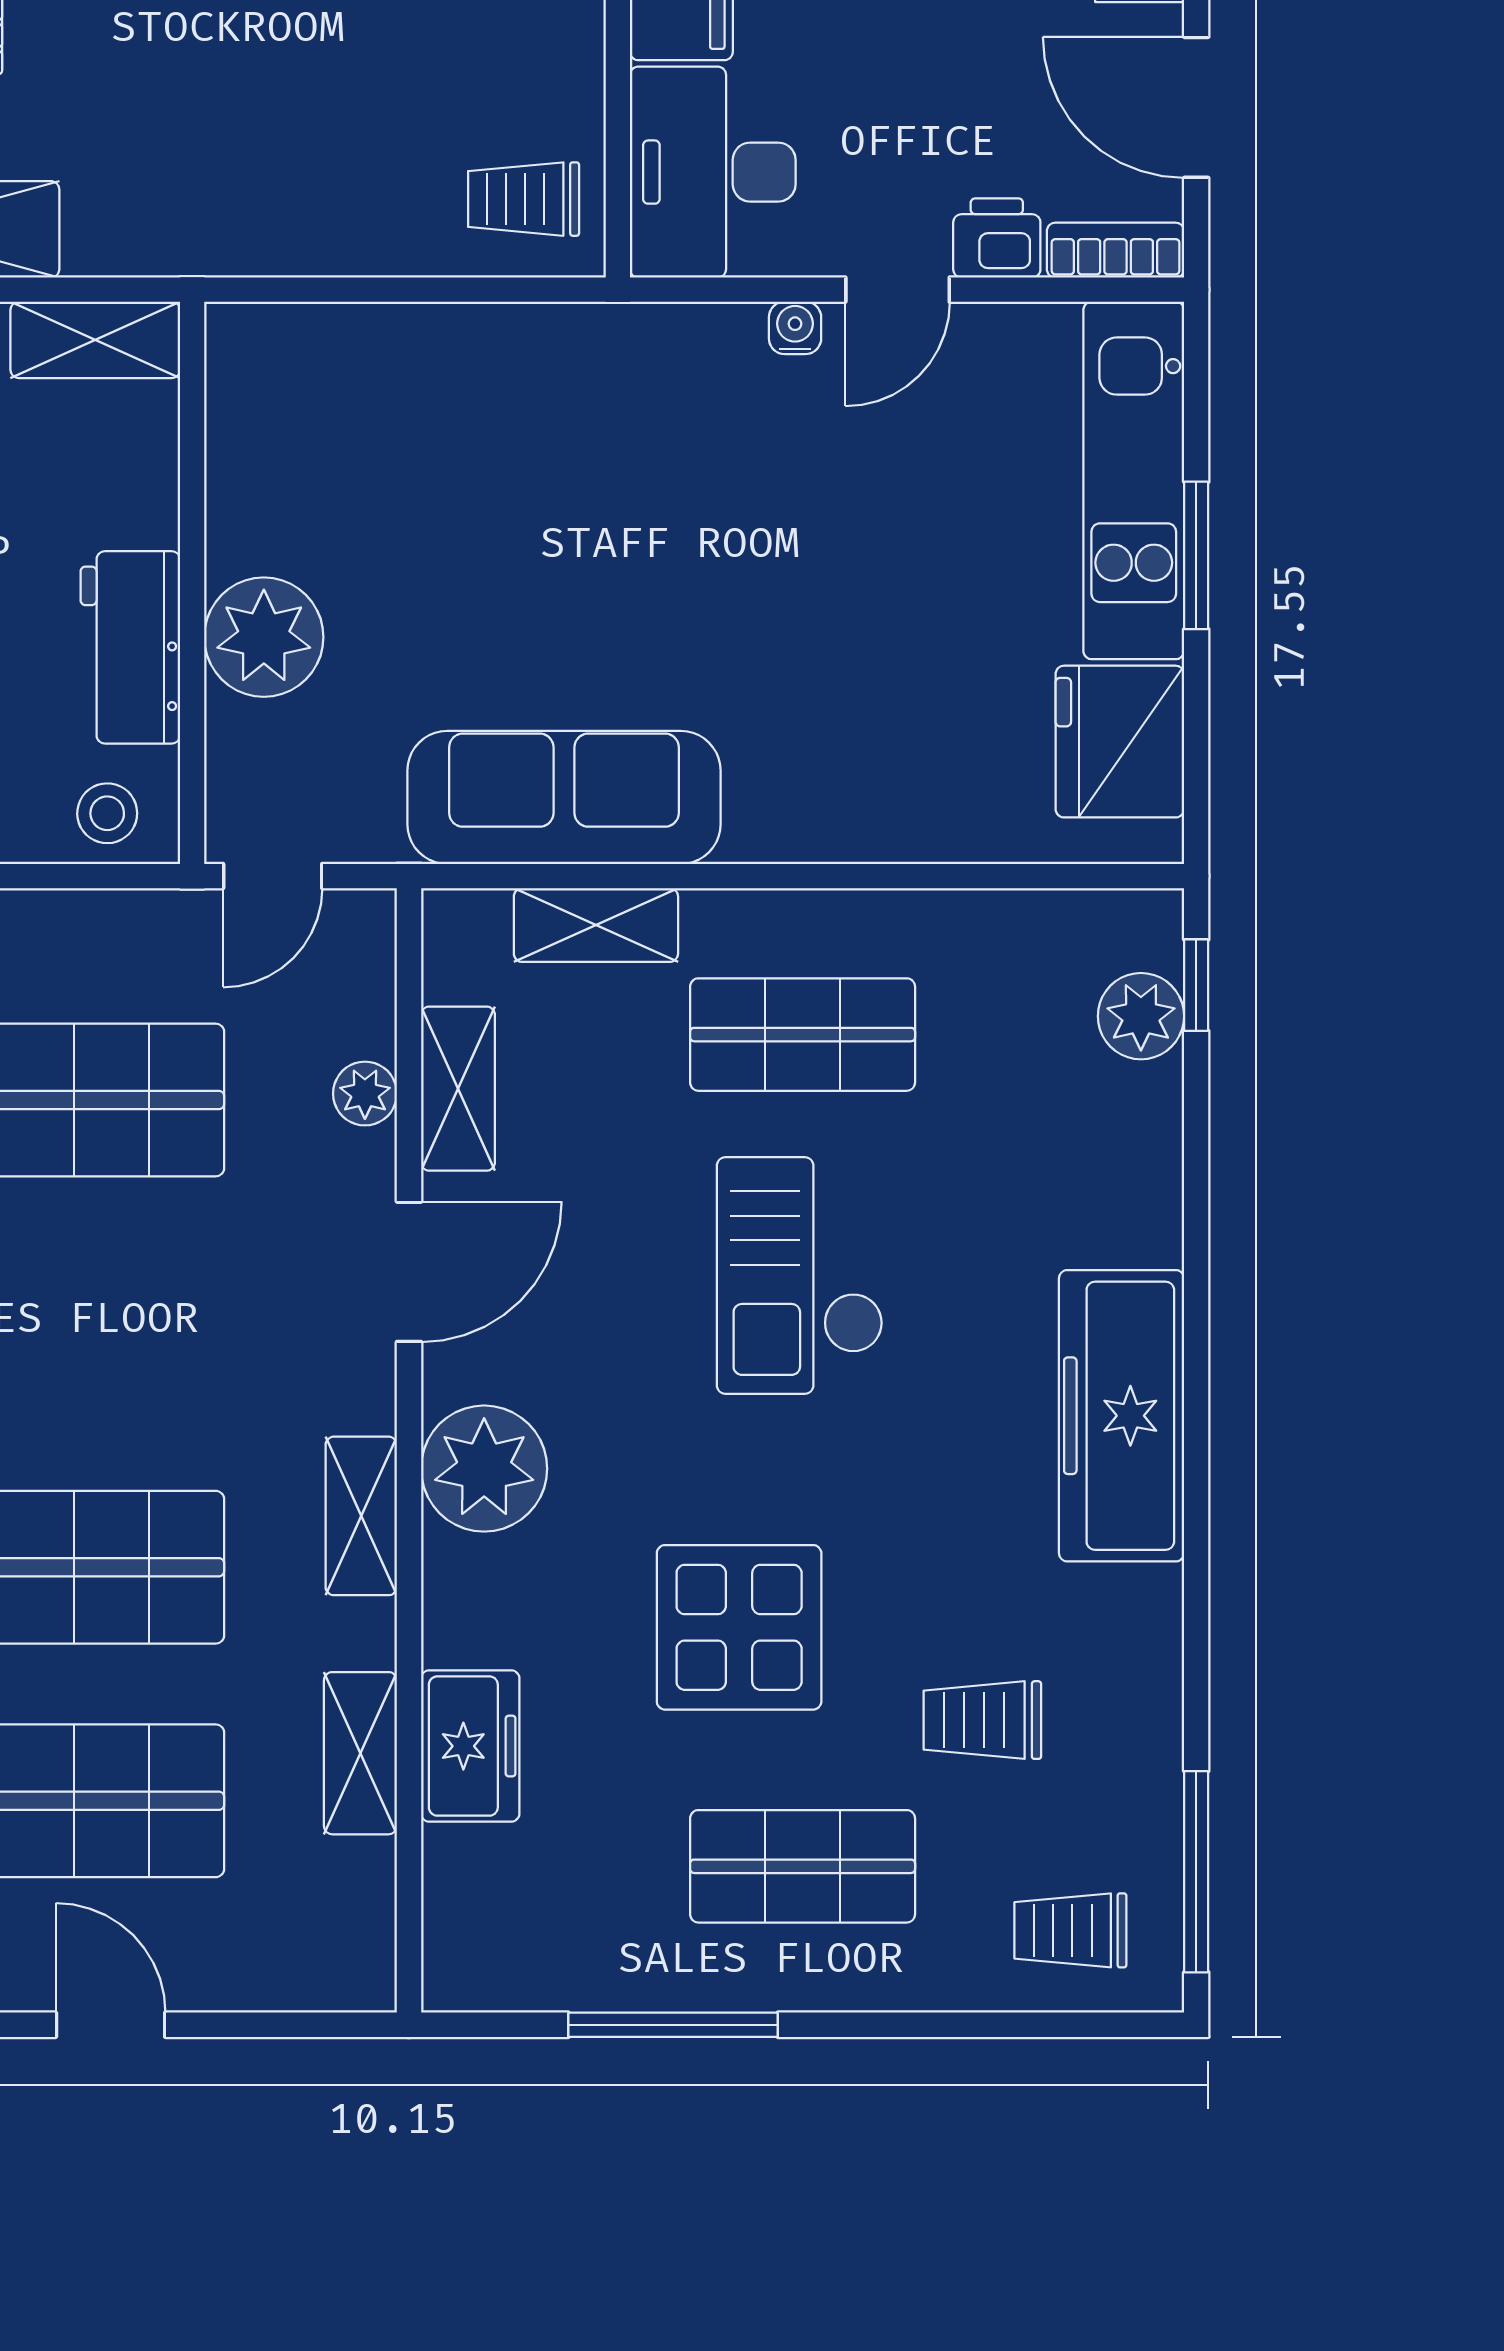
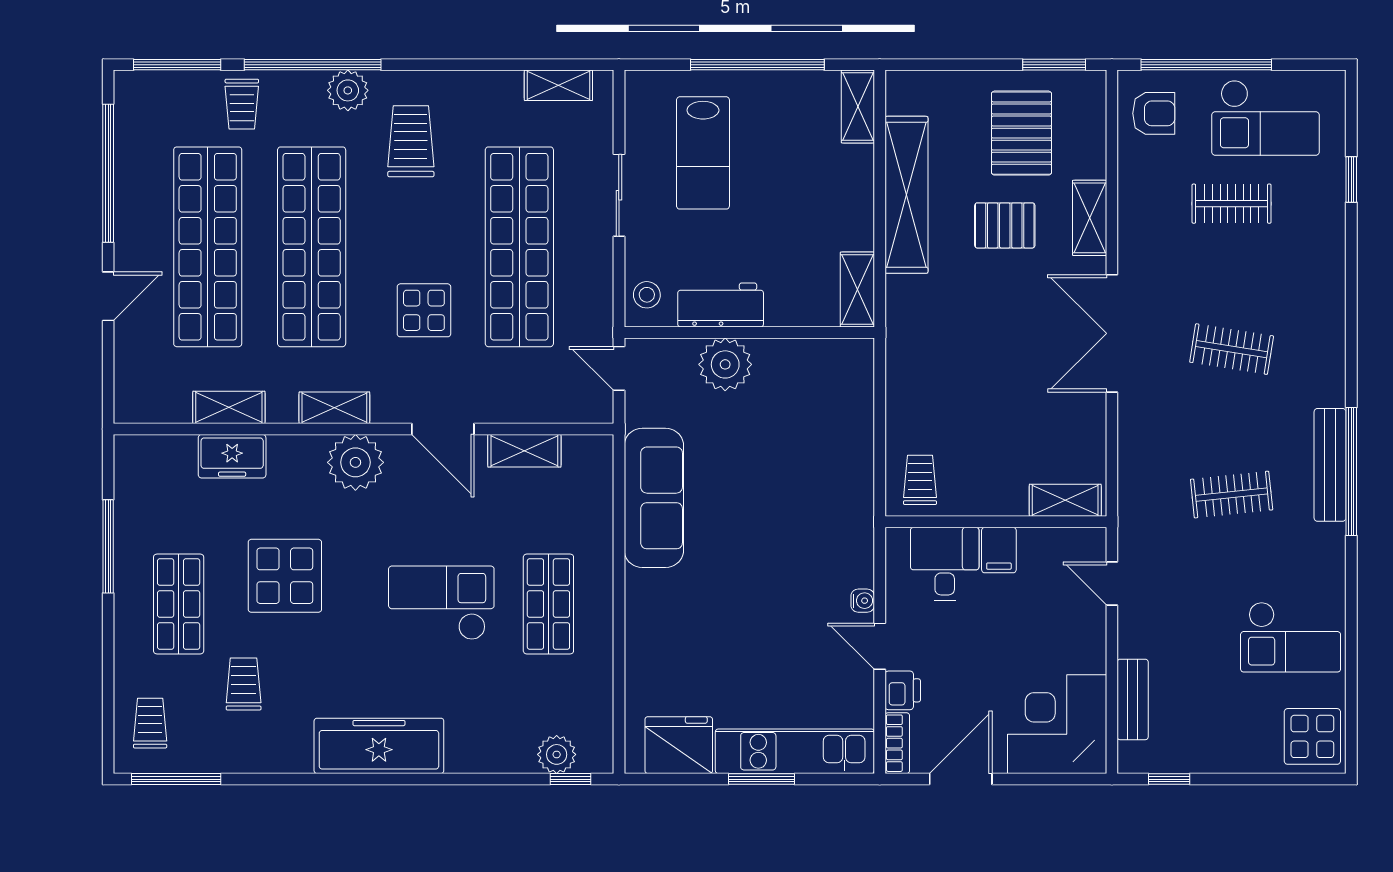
desk: (713, 172) -> (945, 564), width x0.73
shelving: (596, 925) -> (597, 512), removed
plant: (365, 1094) -> (522, 409), removed
display table: (142, 1315) -> (424, 310), added

